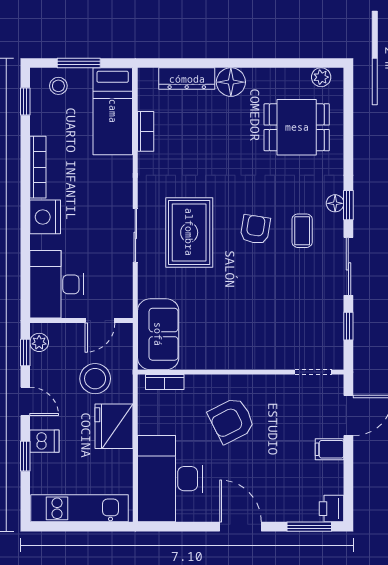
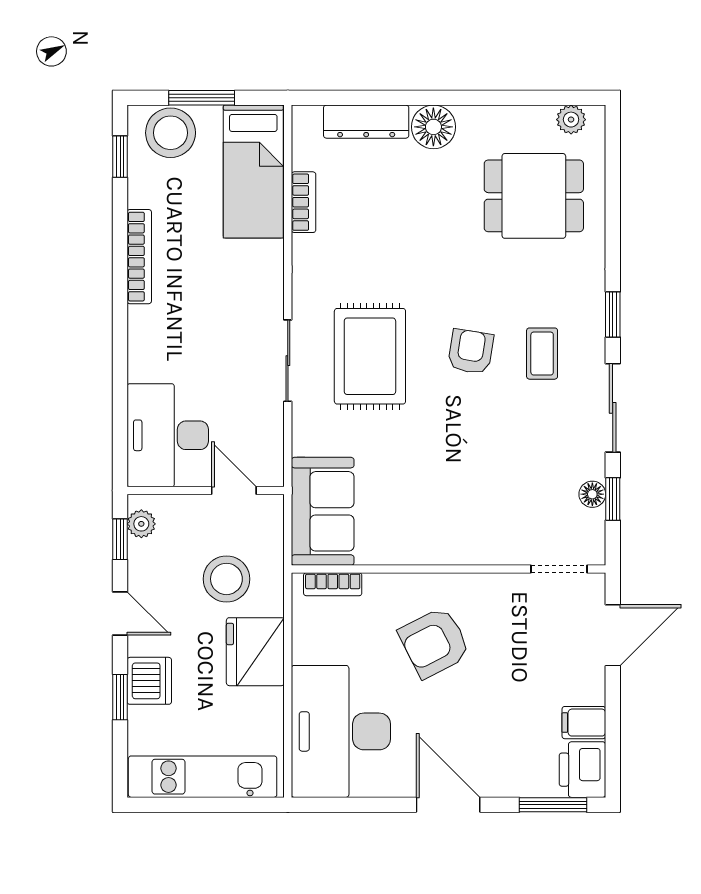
stool: (58, 86) -> (171, 133), width x1.89, depth x1.89
floor lamp: (335, 203) -> (592, 494), moved
nightstand: (45, 217) -> (150, 333), removed
door: (100, 321) -> (234, 491), swing flipped
dishwasher: (44, 441) -> (149, 681), width x1.38
filing cabinet: (330, 449) -> (584, 723), moved
printer: (332, 509) -> (582, 770), width x1.36, depth x1.24

